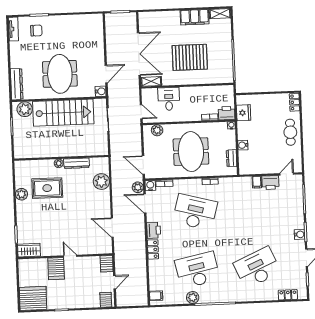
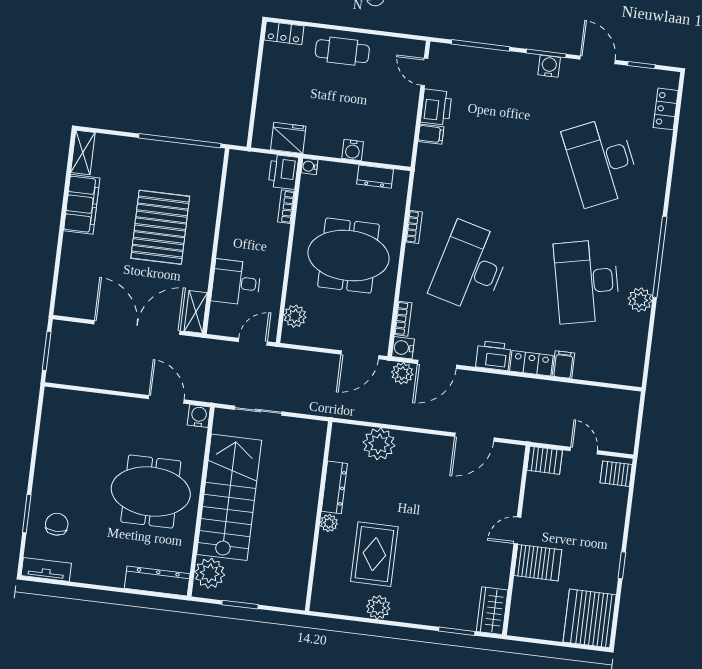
filing cabinet: (156, 296) -> (563, 365), moved

